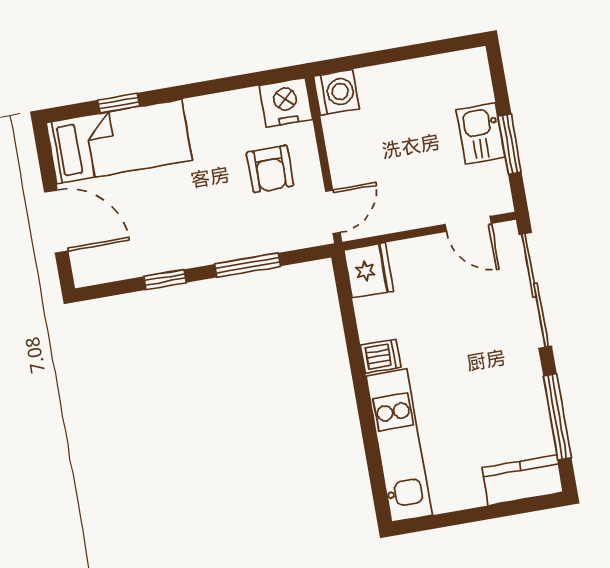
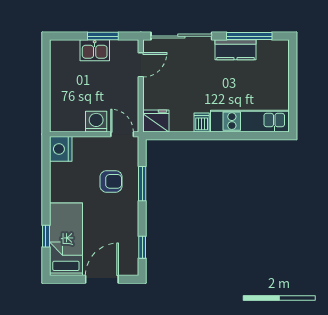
washing machine: (336, 92) -> (96, 122), moved
armchair: (270, 169) -> (111, 181), moved
window: (165, 280) -> (142, 247), moved
kitchen counter: (523, 480) -> (235, 50), moved, turned -90

